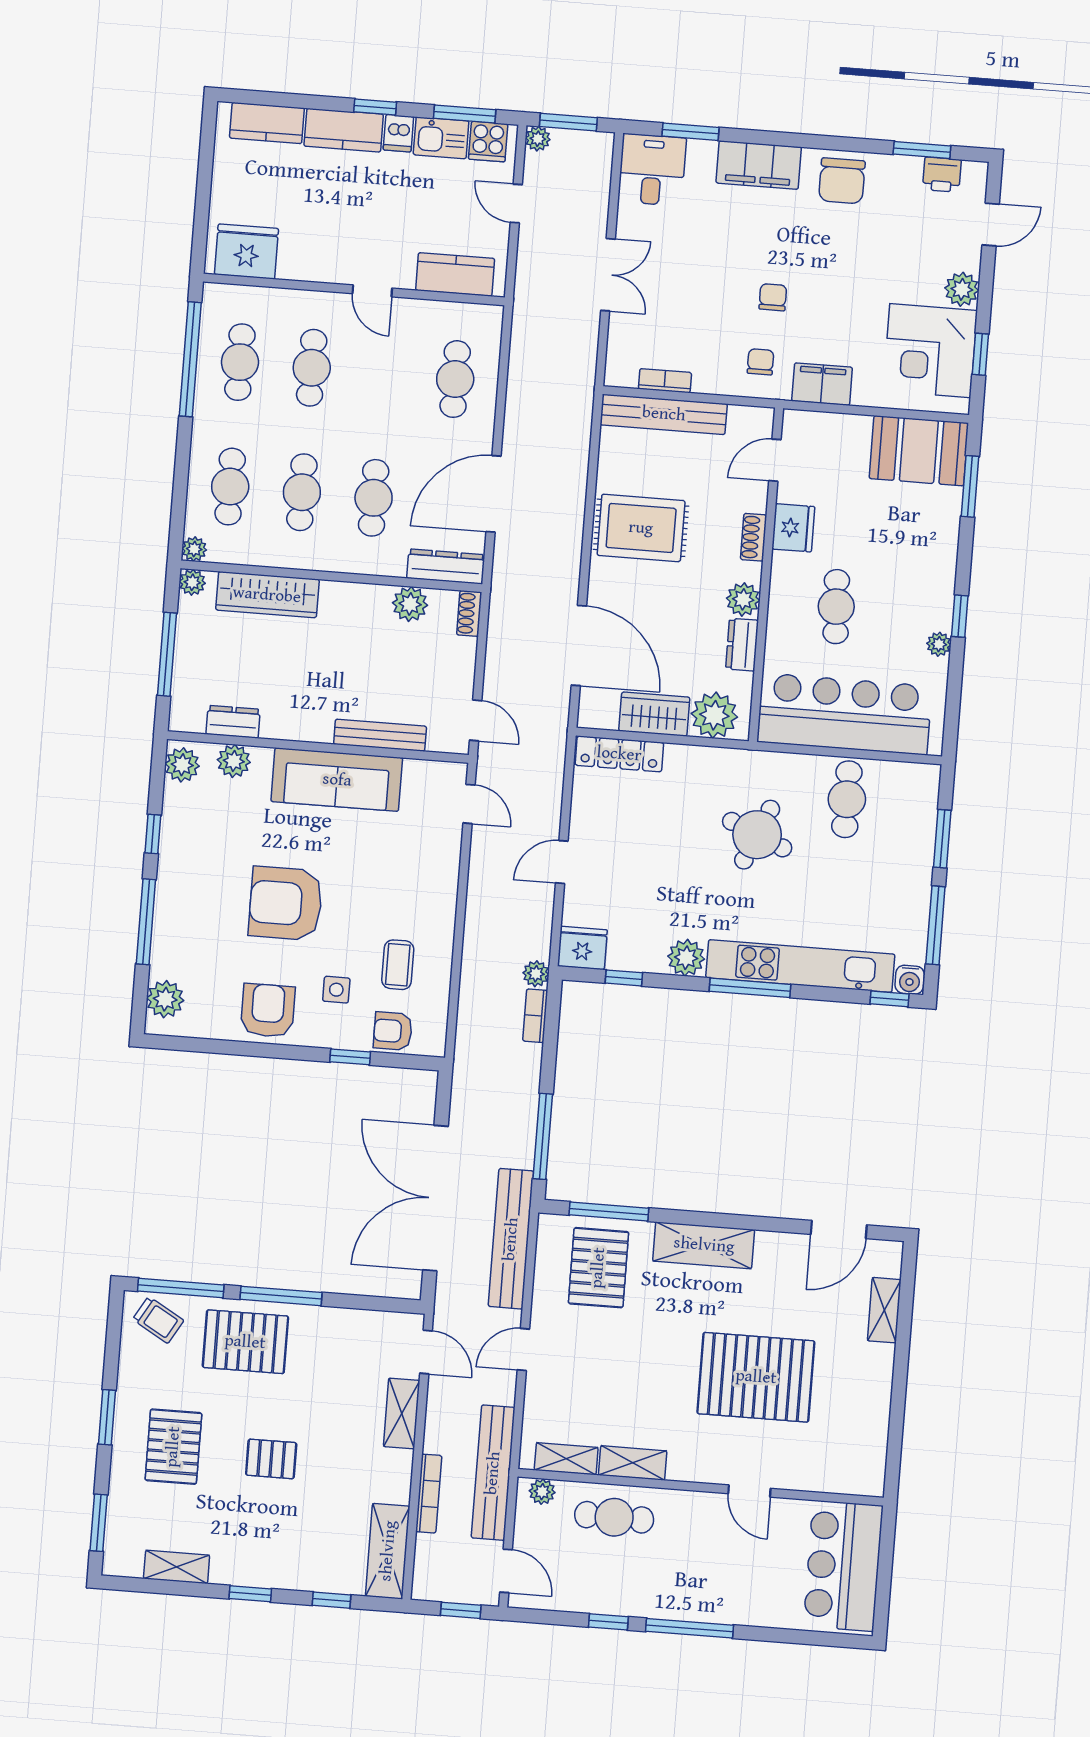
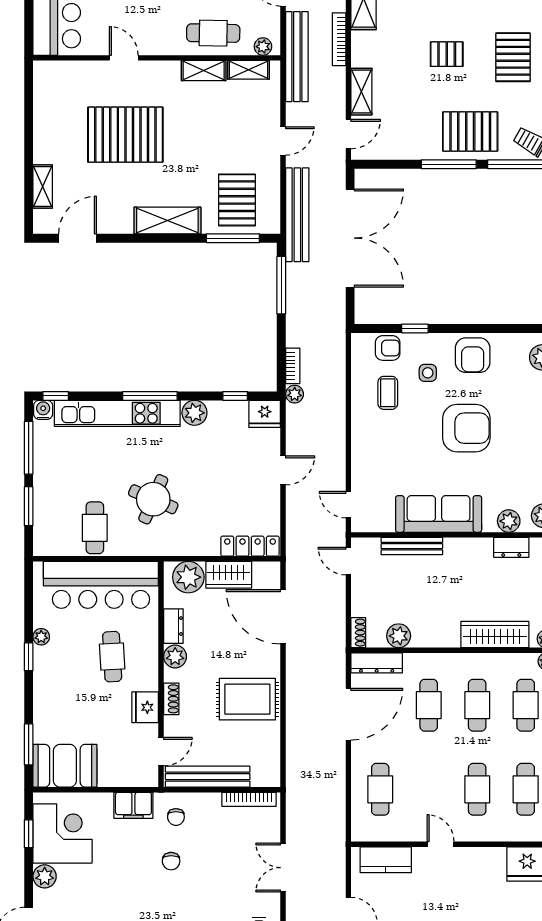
bookcase: (665, 381) -> (249, 799), width x1.56
bench: (664, 414) -> (208, 777), moved
door: (426, 1352) -> (348, 134), swing flipped

